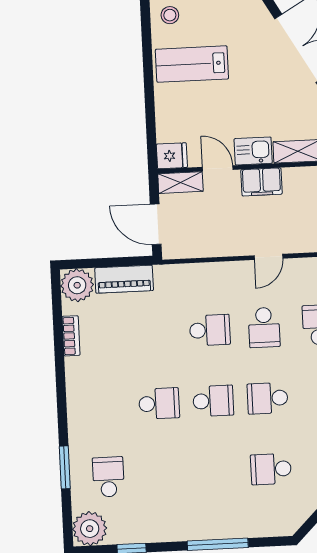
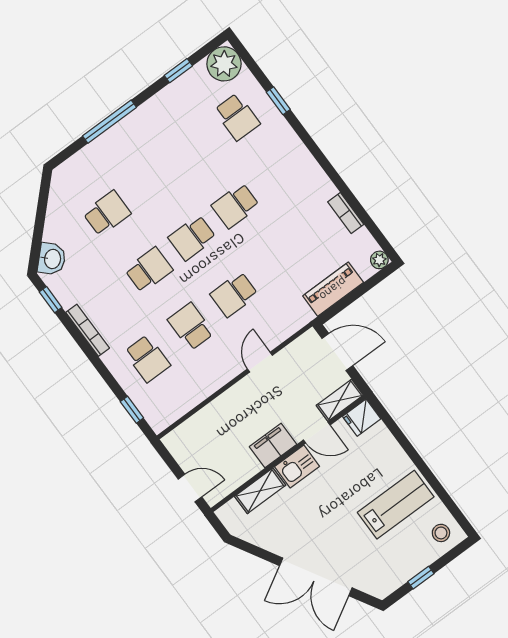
door: (268, 257) -> (260, 362), moved
plant: (77, 285) -> (379, 260), width x0.53, depth x0.53
window: (65, 467) -> (278, 101), width x0.67

